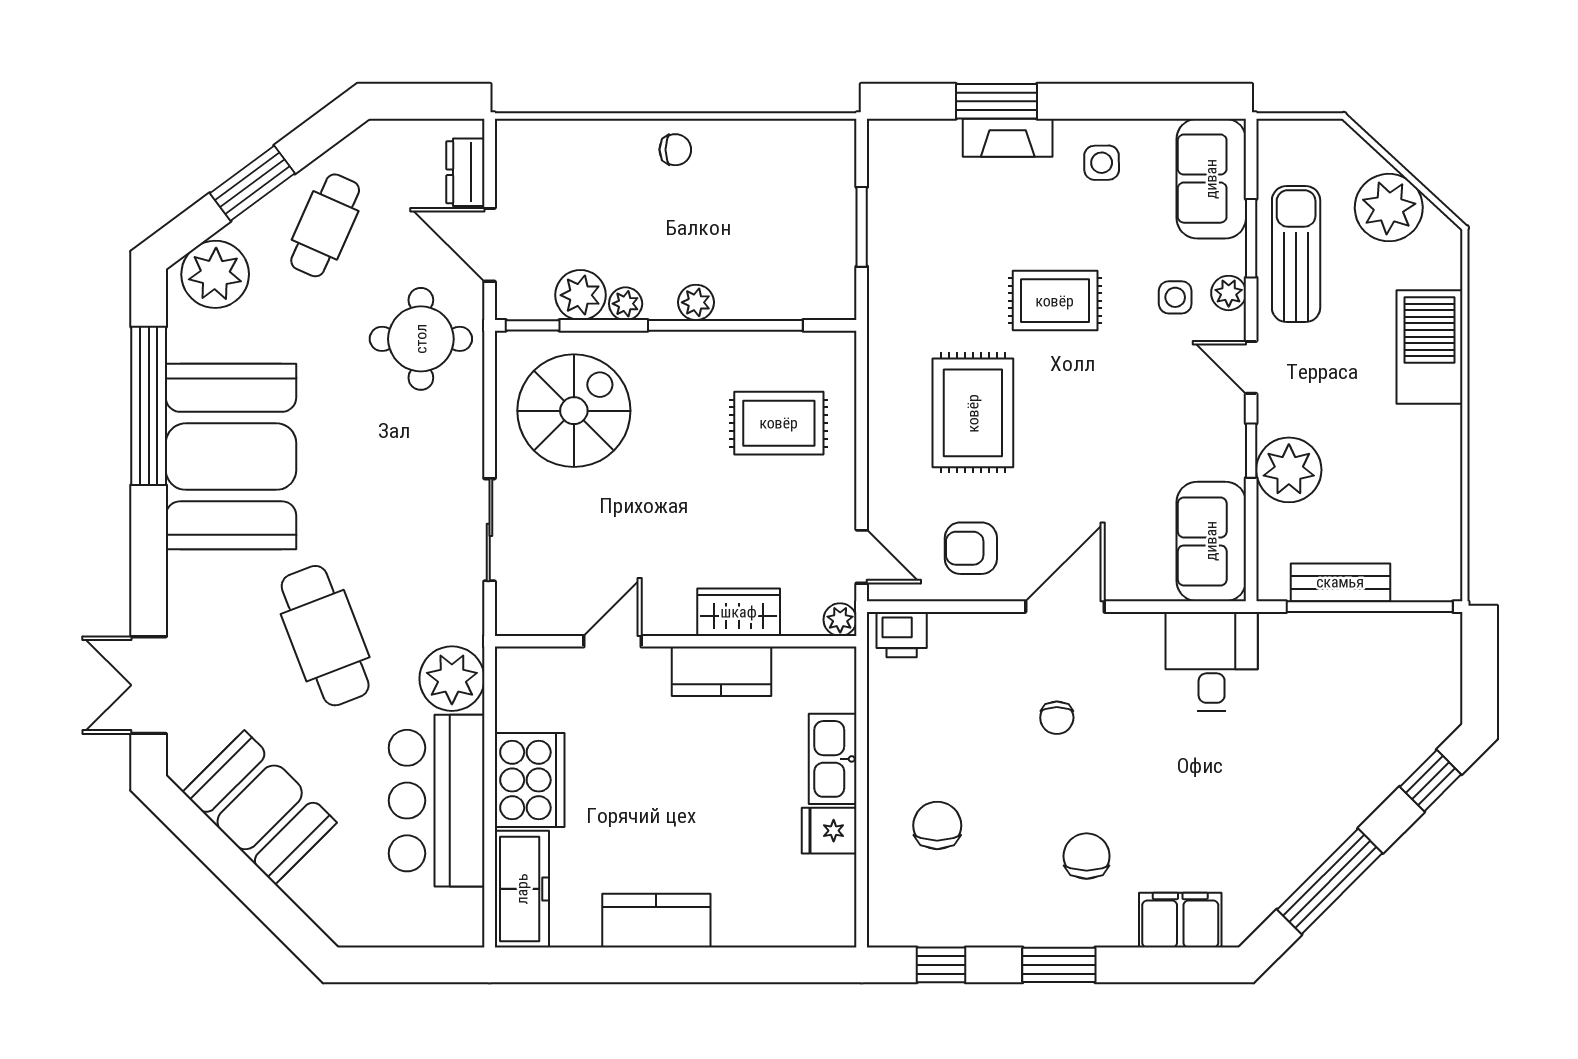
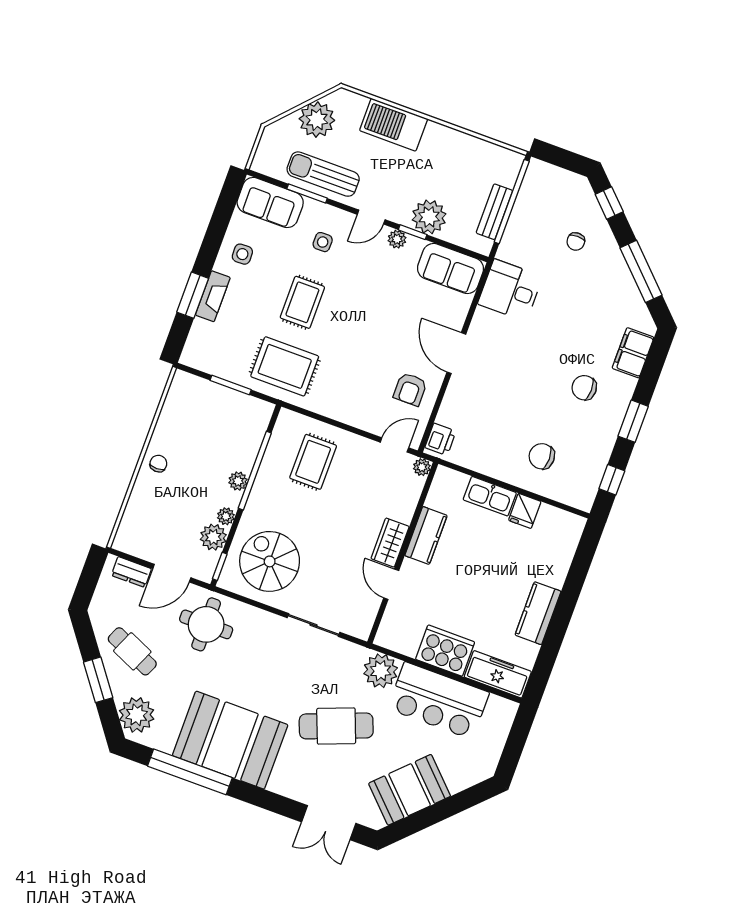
plant: (1229, 293) -> (397, 239), moved
rug: (973, 413) -> (285, 366), moved
wardrobe: (739, 612) -> (390, 543), moved
chair: (1057, 718) -> (576, 241), moved, turned 90

